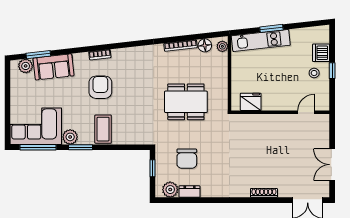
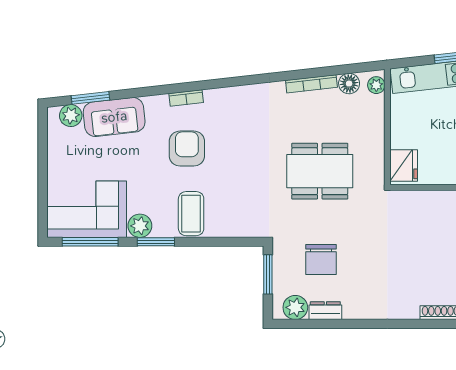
fridge: (251, 102) -> (404, 166), moved, turned 90
window: (152, 168) -> (268, 274), width x1.50

